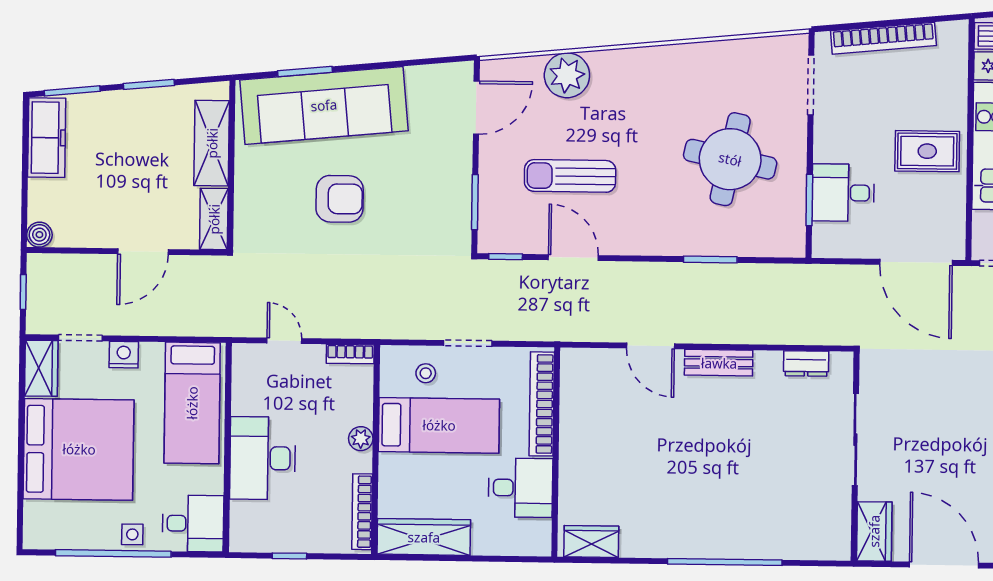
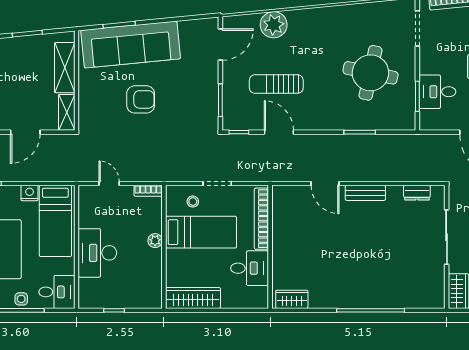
nightstand: (124, 355) -> (29, 193), moved
bookcase: (362, 512) -> (156, 284), removed

